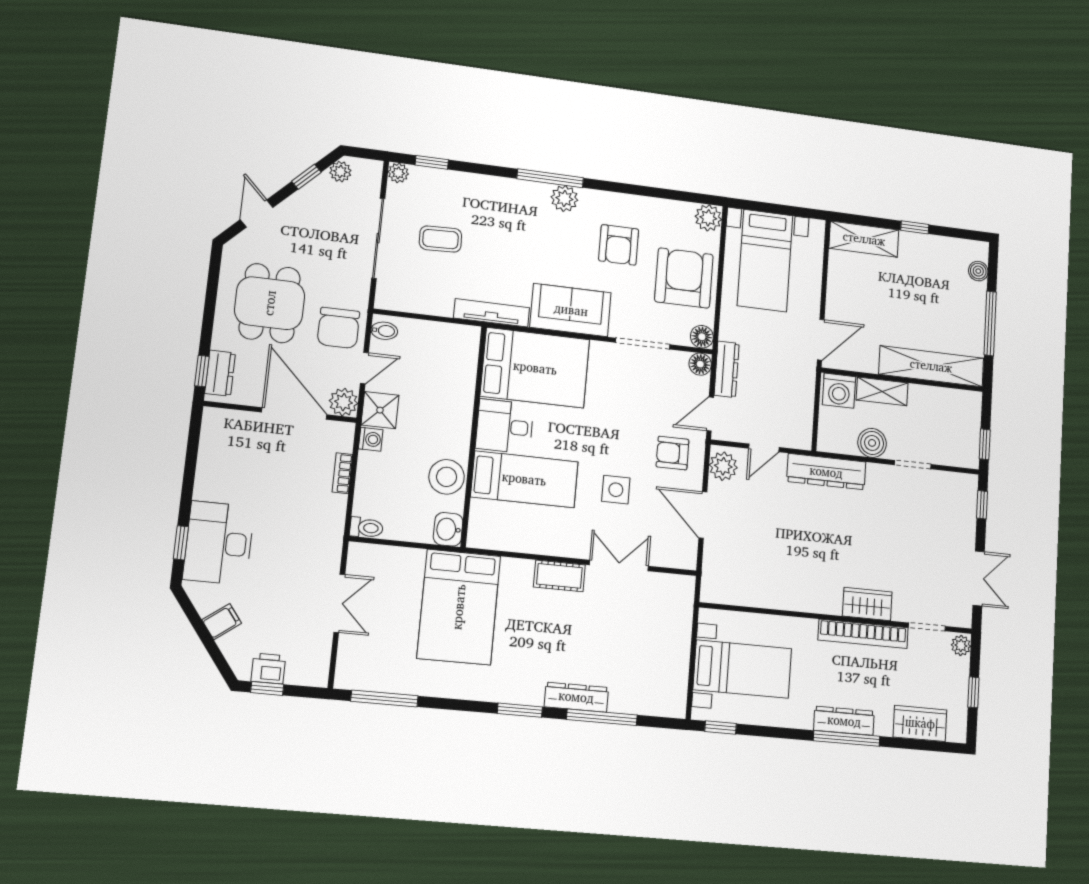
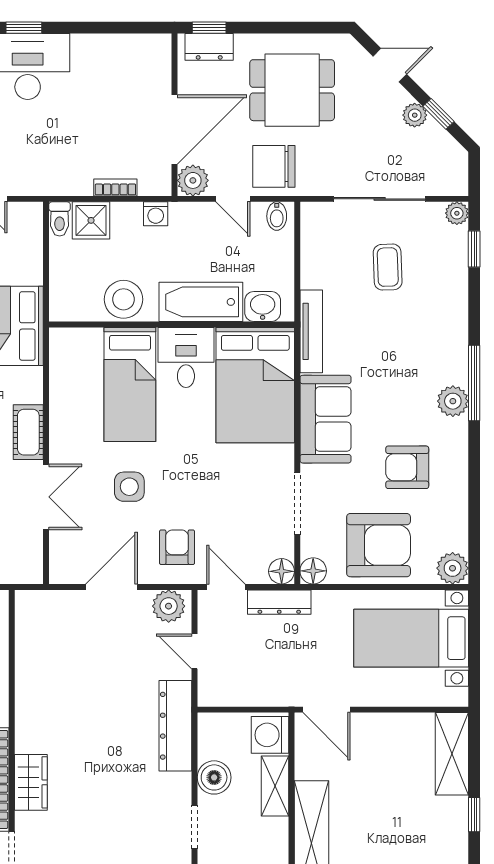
plant: (340, 172) -> (415, 115), moved
bathtub: (456, 407) -> (201, 302), added
shower: (380, 410) -> (91, 220), moved
washbasin: (448, 529) -> (263, 307), moved

